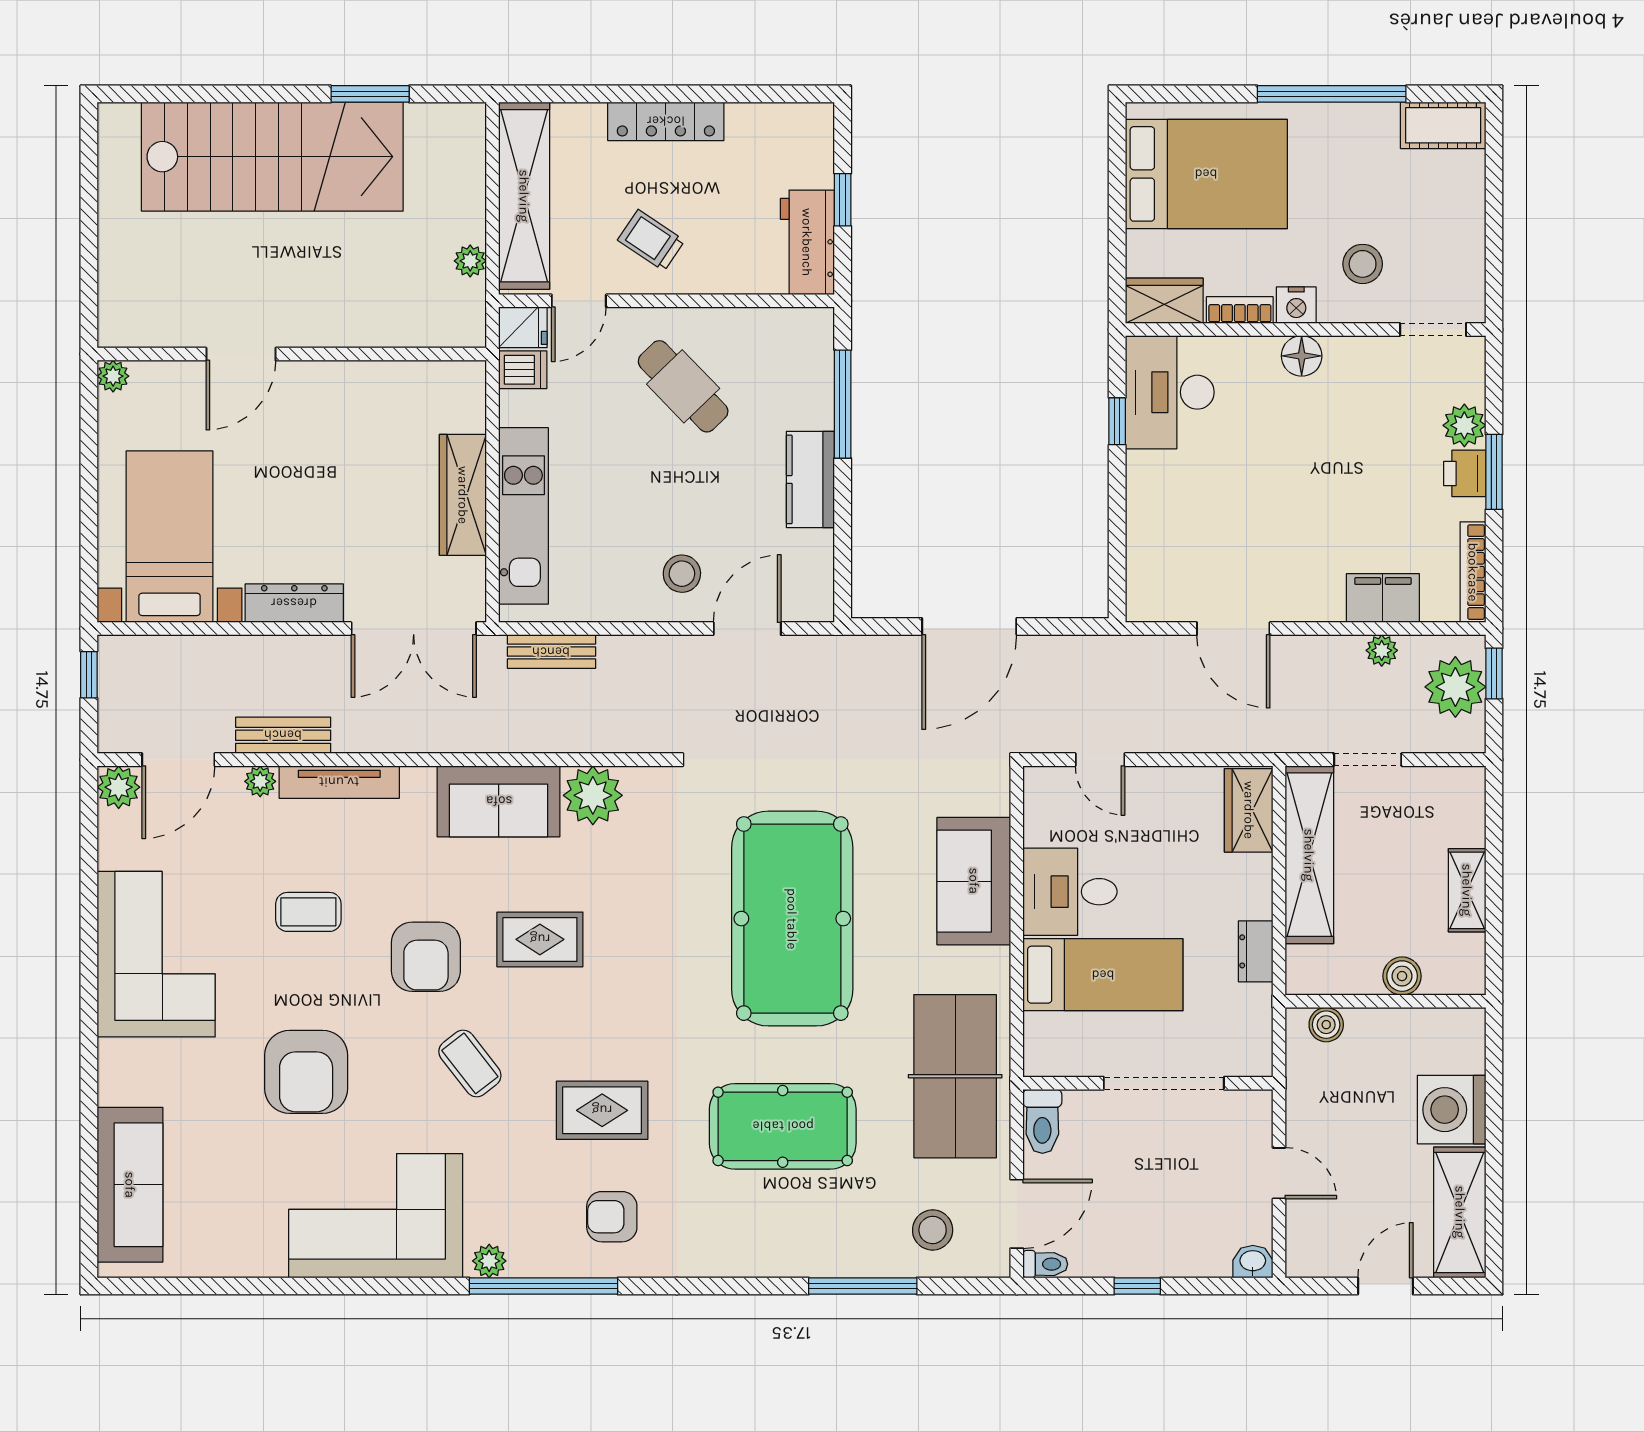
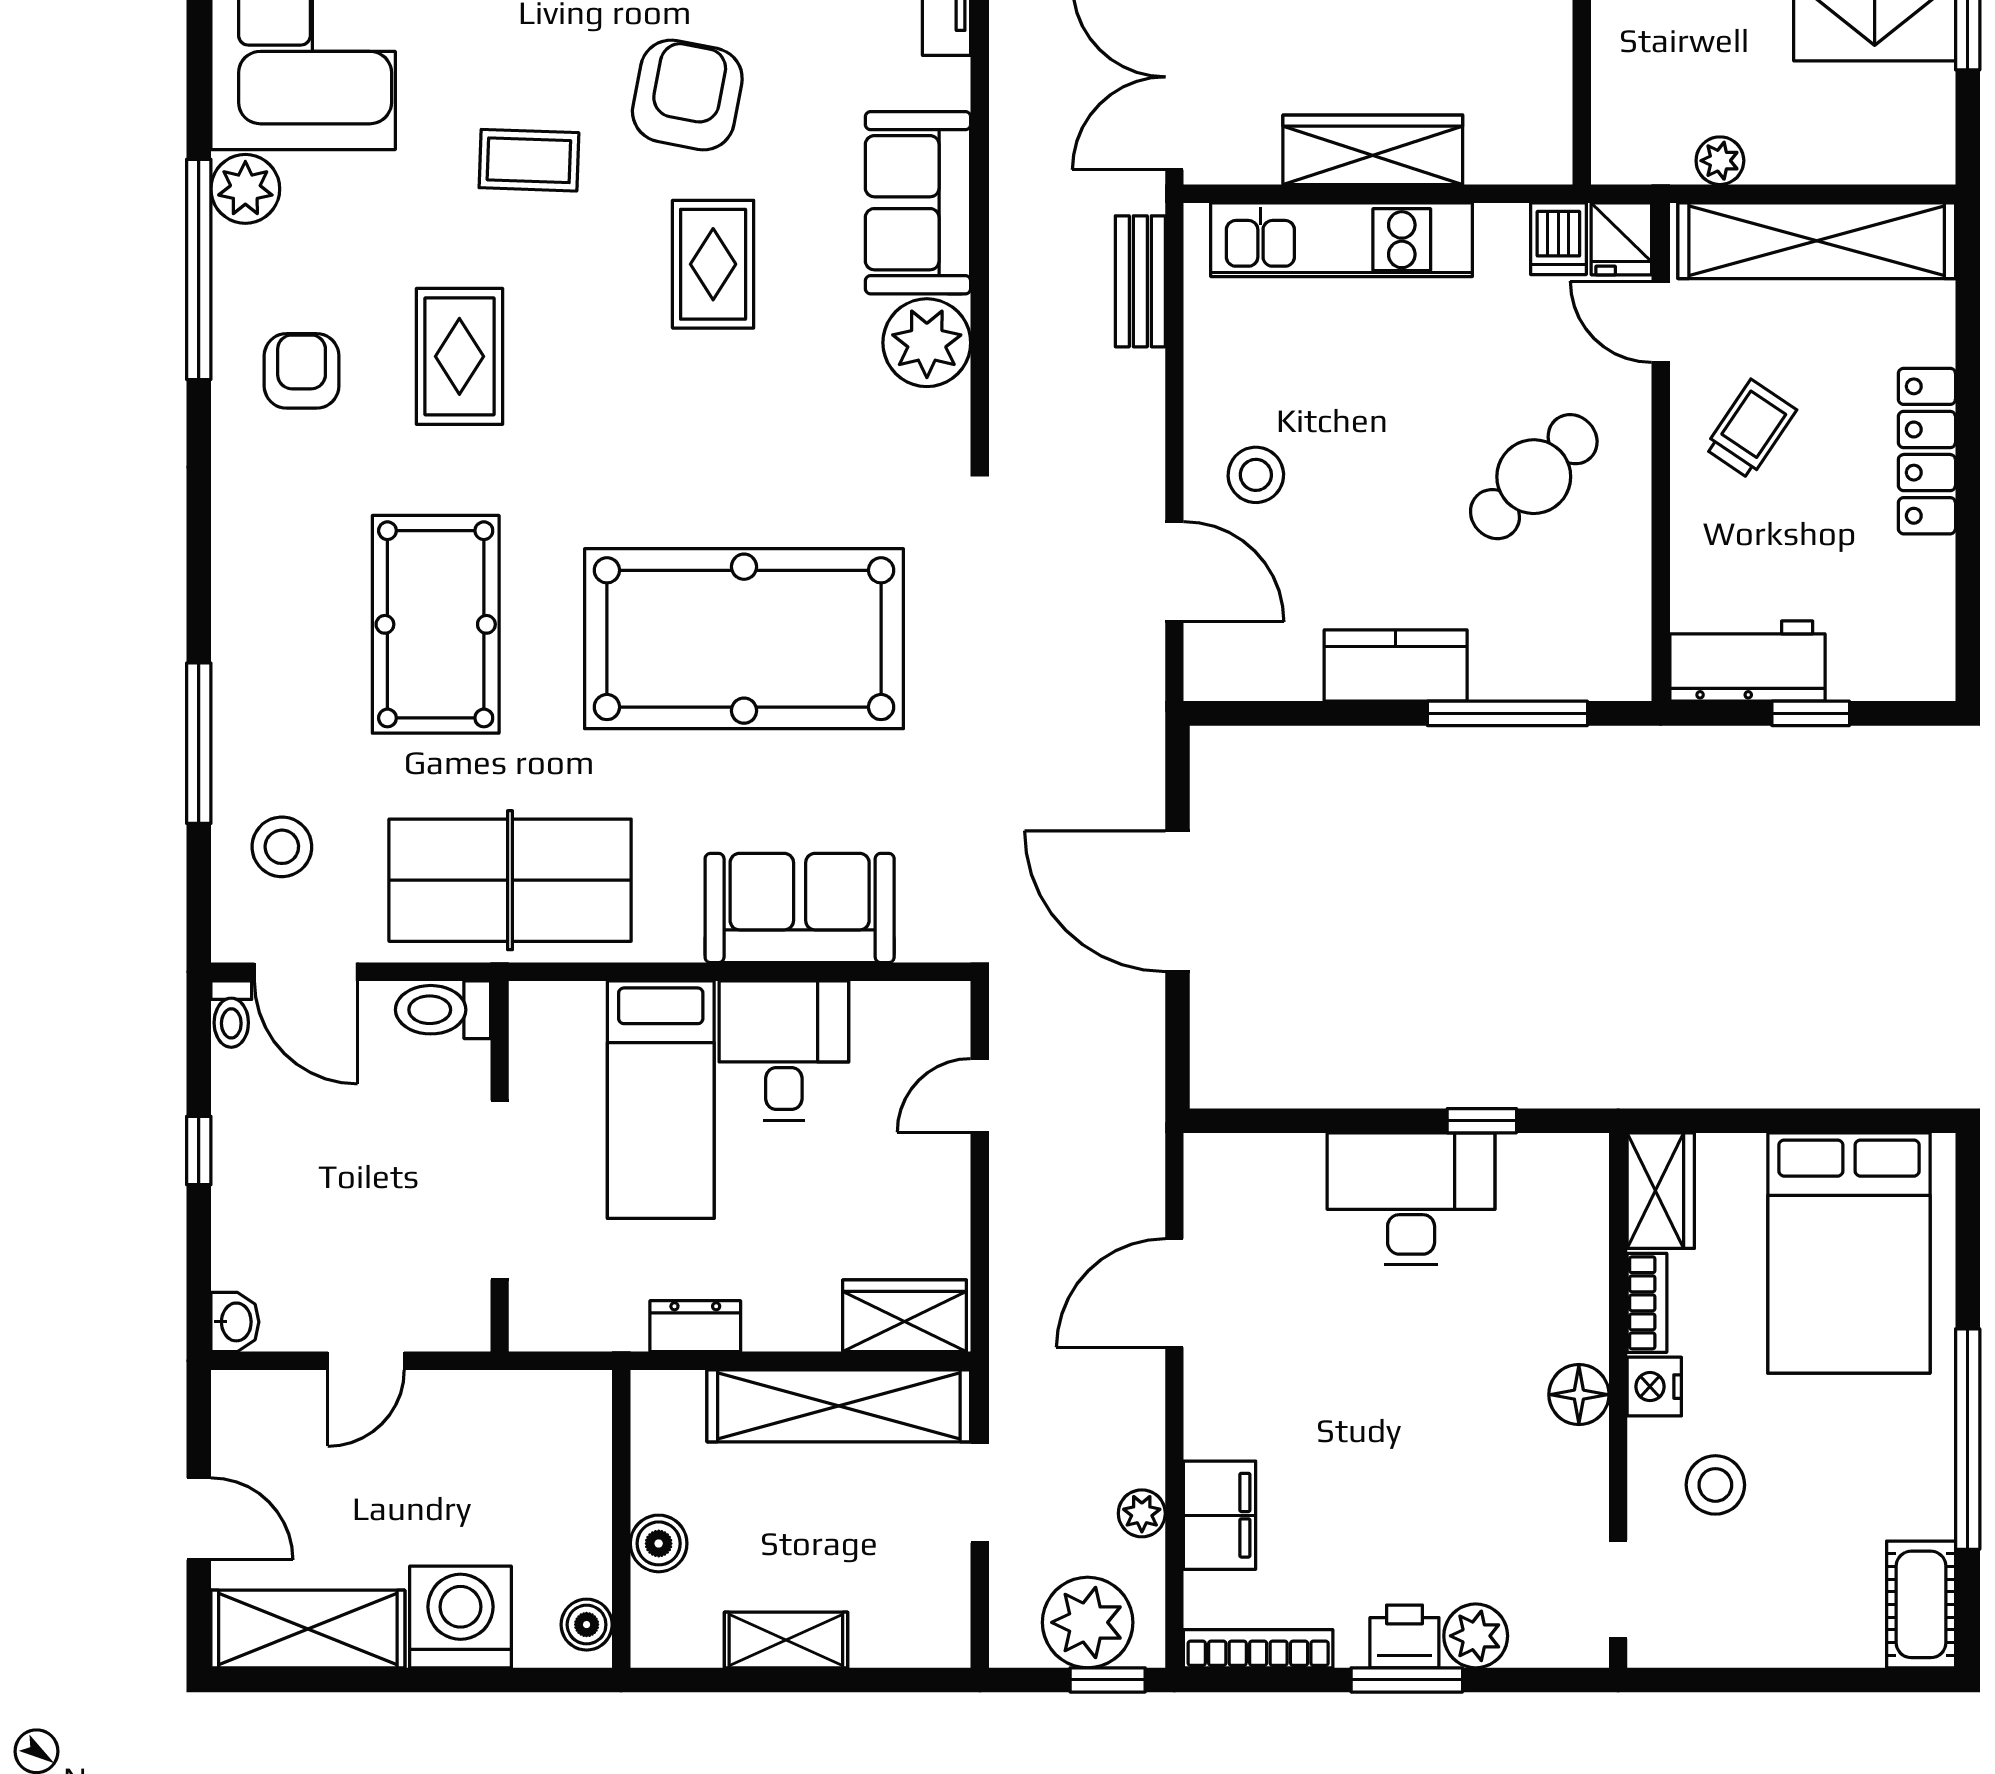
desk: (1170, 392) -> (1411, 1199), moved
armchair: (426, 957) -> (687, 95), turned 101
boiler: (1326, 1025) -> (587, 1625), moved
coffee table: (470, 1063) -> (529, 160), turned 40
plant: (489, 1261) -> (245, 189), width x1.38, depth x1.38

